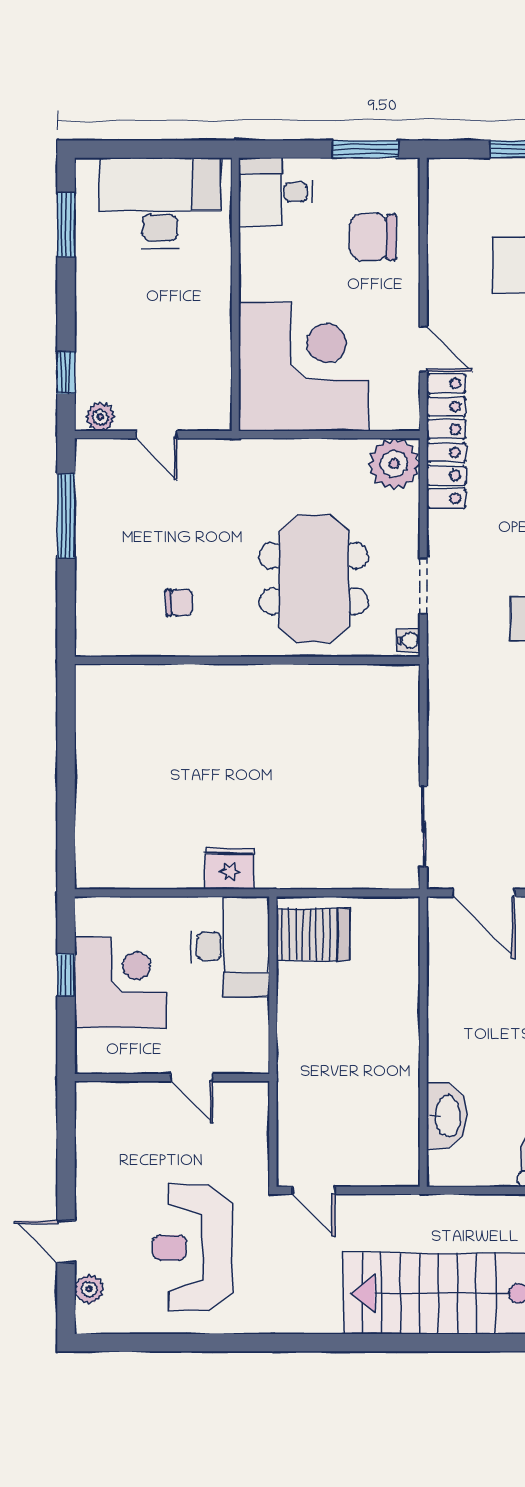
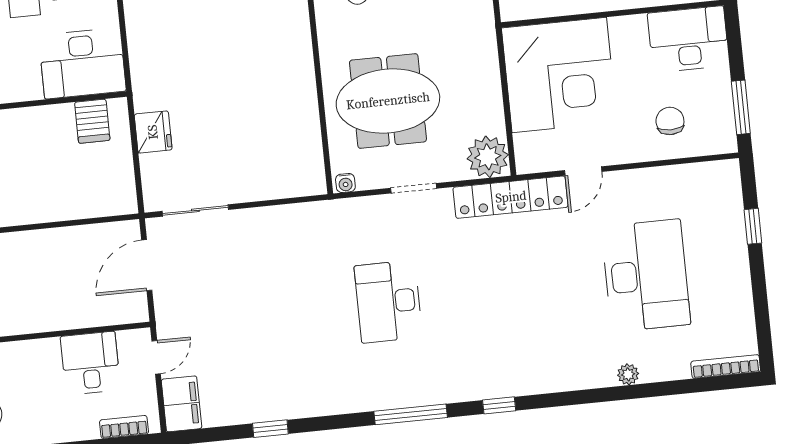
desk: (276, 192) -> (688, 39), width x1.37
chair: (373, 237) -> (670, 121), width x0.73, depth x0.73
doorway: (423, 586) -> (414, 188), moved
fridge: (230, 869) -> (153, 132), moved
server rack: (313, 935) -> (92, 121), width x0.73, depth x0.70

